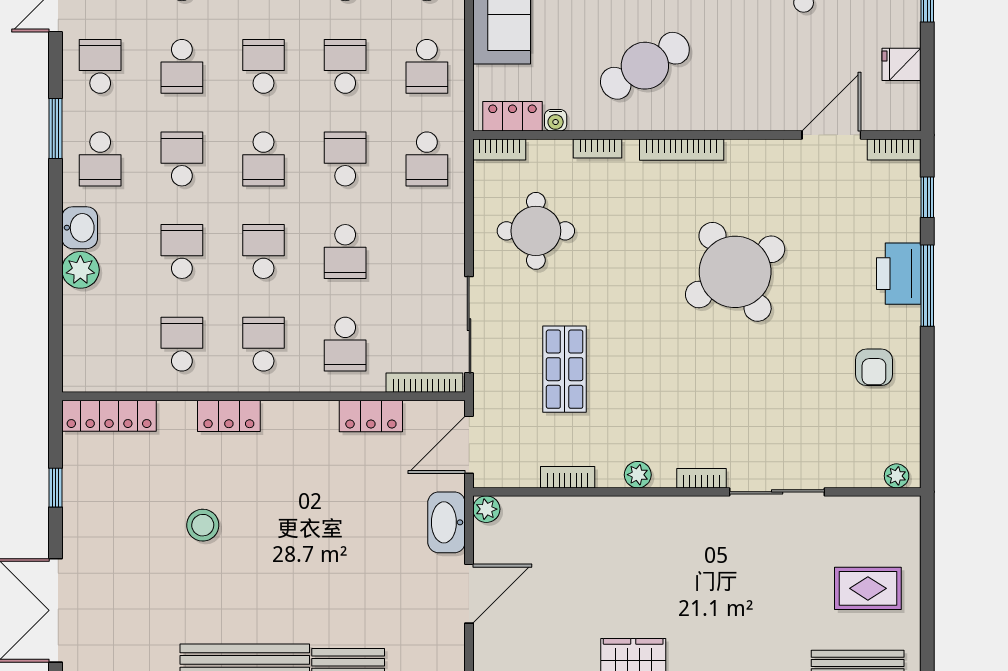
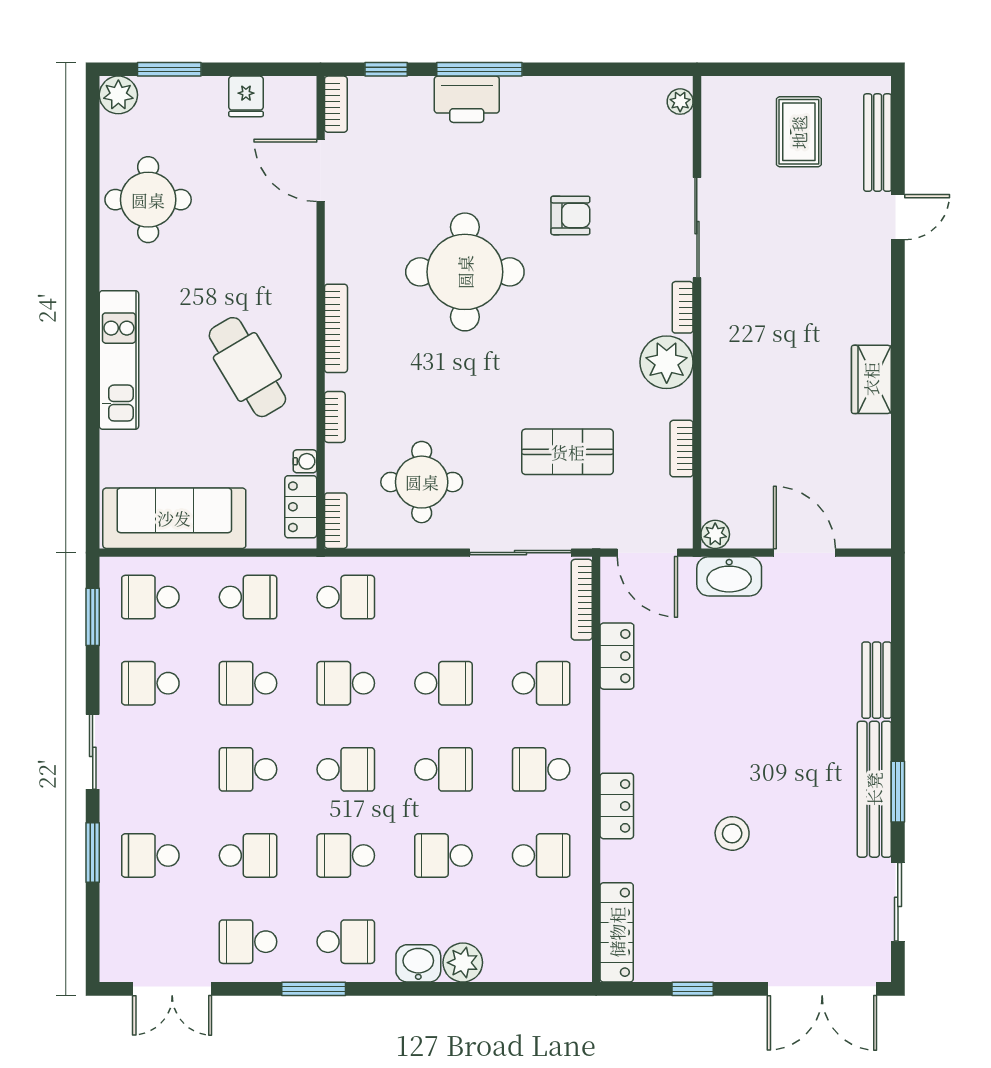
school desk: (264, 252) -> (443, 769), turned 180
round table: (735, 272) -> (465, 272), turned 32
school desk: (182, 344) -> (541, 856), turned 180
armchair: (874, 367) -> (570, 215), moved
plant: (638, 475) -> (667, 362), width x1.88, depth x1.88

